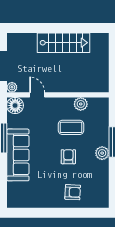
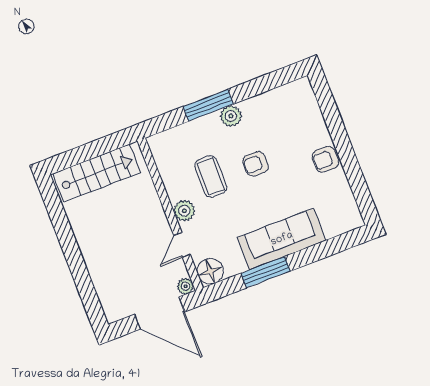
stairs: (64, 43) -> (97, 173), moved, turned 90
plant: (81, 104) -> (184, 211), moved
armchair: (73, 192) -> (325, 159), moved, turned -92

